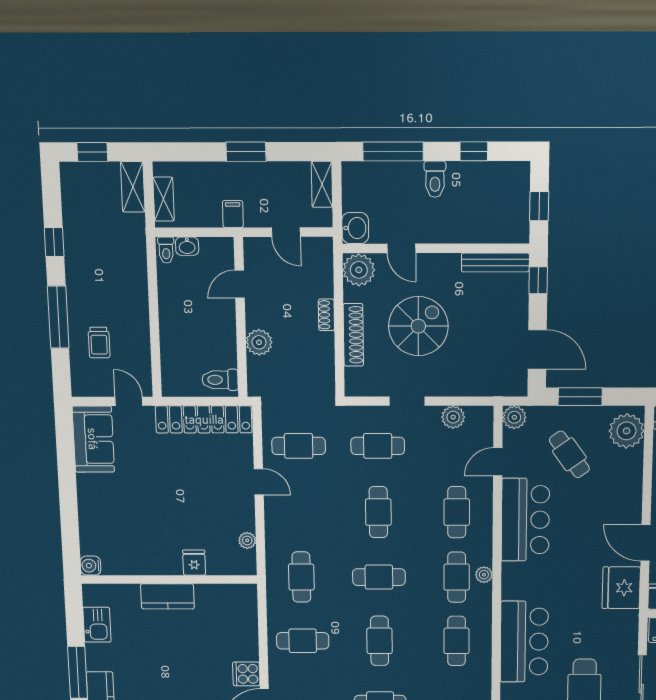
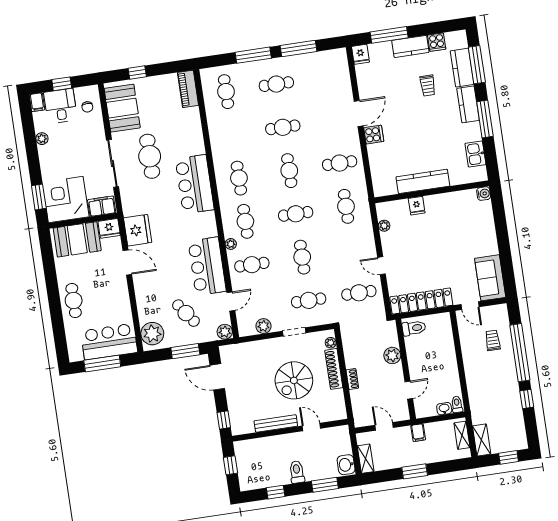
window: (393, 151) -> (325, 485), width x0.69
washbasin: (355, 228) -> (346, 465), moved
bench: (495, 262) -> (276, 423), moved
plant: (359, 270) -> (331, 343), moved, width x0.53, depth x0.53
window: (58, 317) -> (520, 353), width x1.46
cafe table: (457, 512) -> (252, 265), turned 90
plant: (484, 575) -> (231, 244), moved
kitchen counter: (167, 596) -> (423, 181), width x1.50

